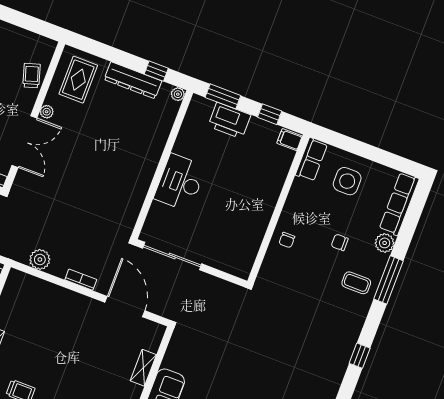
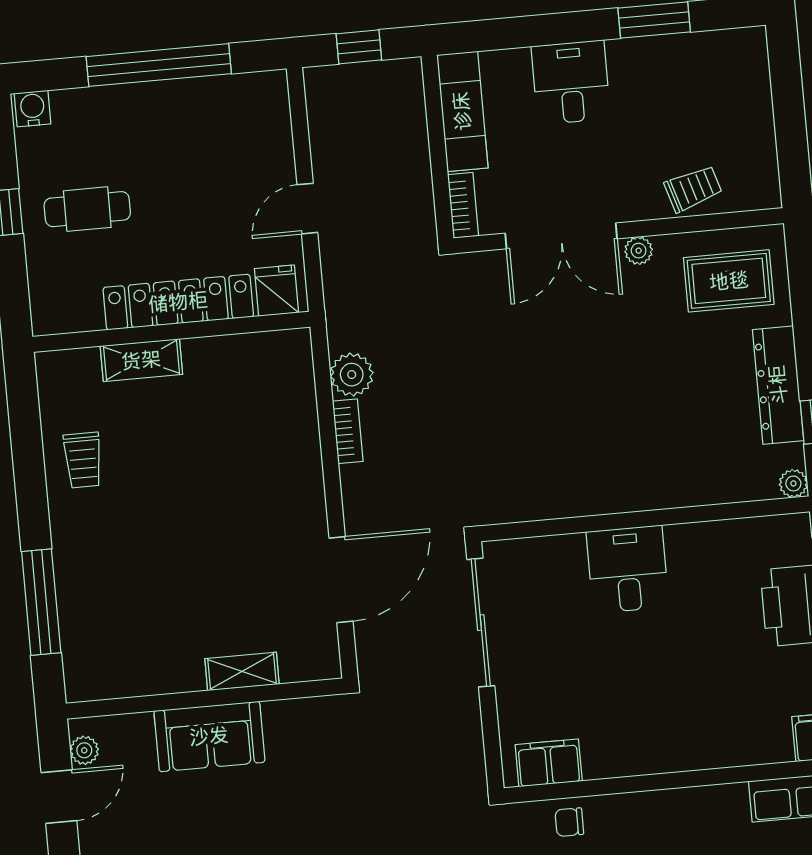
desk: (180, 183) -> (628, 569), width x0.73
chair: (287, 240) -> (569, 822), moved
filing cabinet: (246, 256) -> (549, 763), added
bookcase: (81, 280) -> (348, 431), moved

